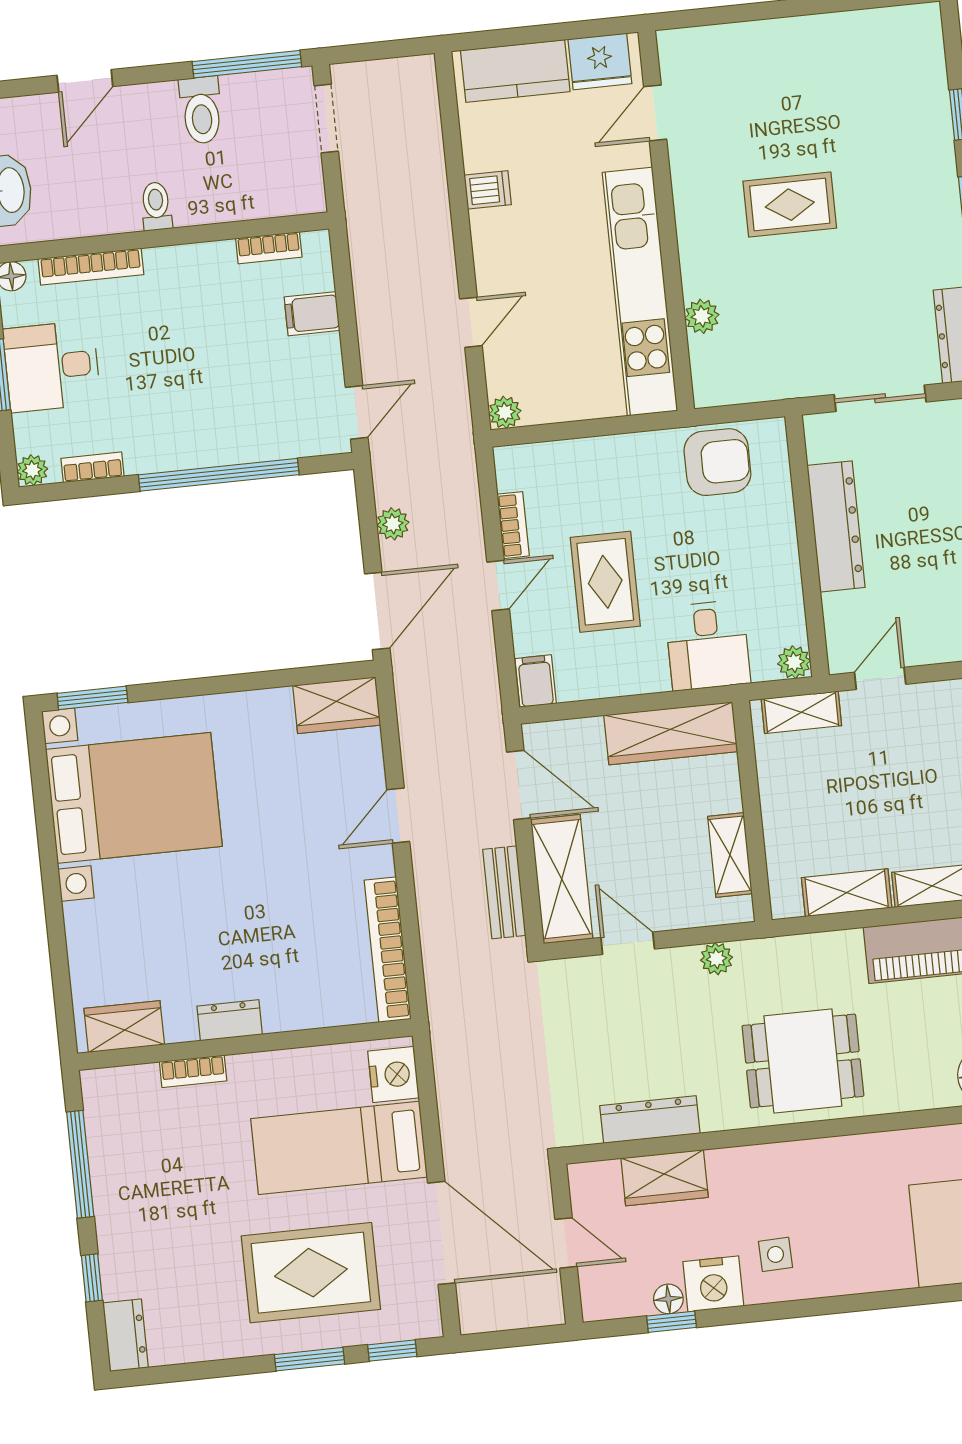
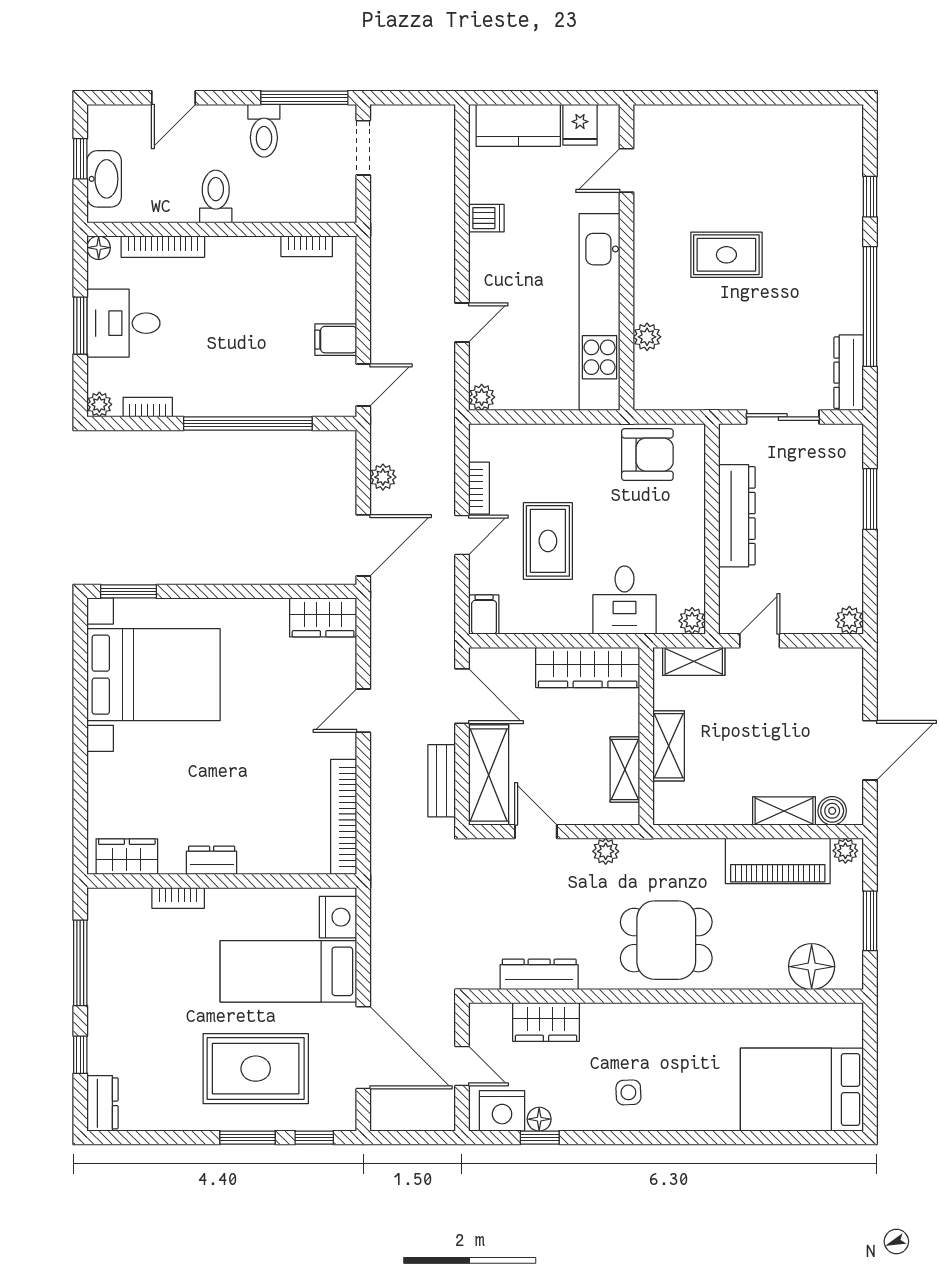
fridge: (600, 61) -> (580, 125), width x0.72
toilet: (156, 206) -> (216, 196), width x1.37, depth x1.39
filing cabinet: (312, 314) -> (336, 340), moved
shelving: (847, 893) -> (669, 746), moved, turned 90
nightstand: (713, 1284) -> (502, 1111), moved

